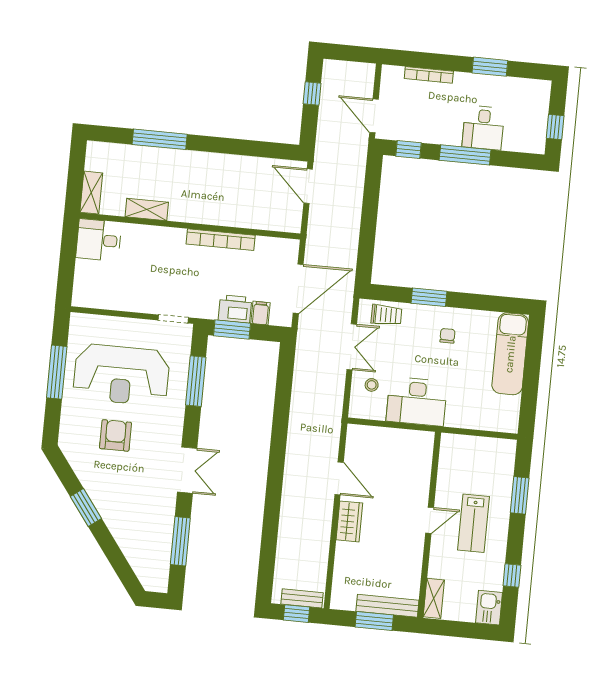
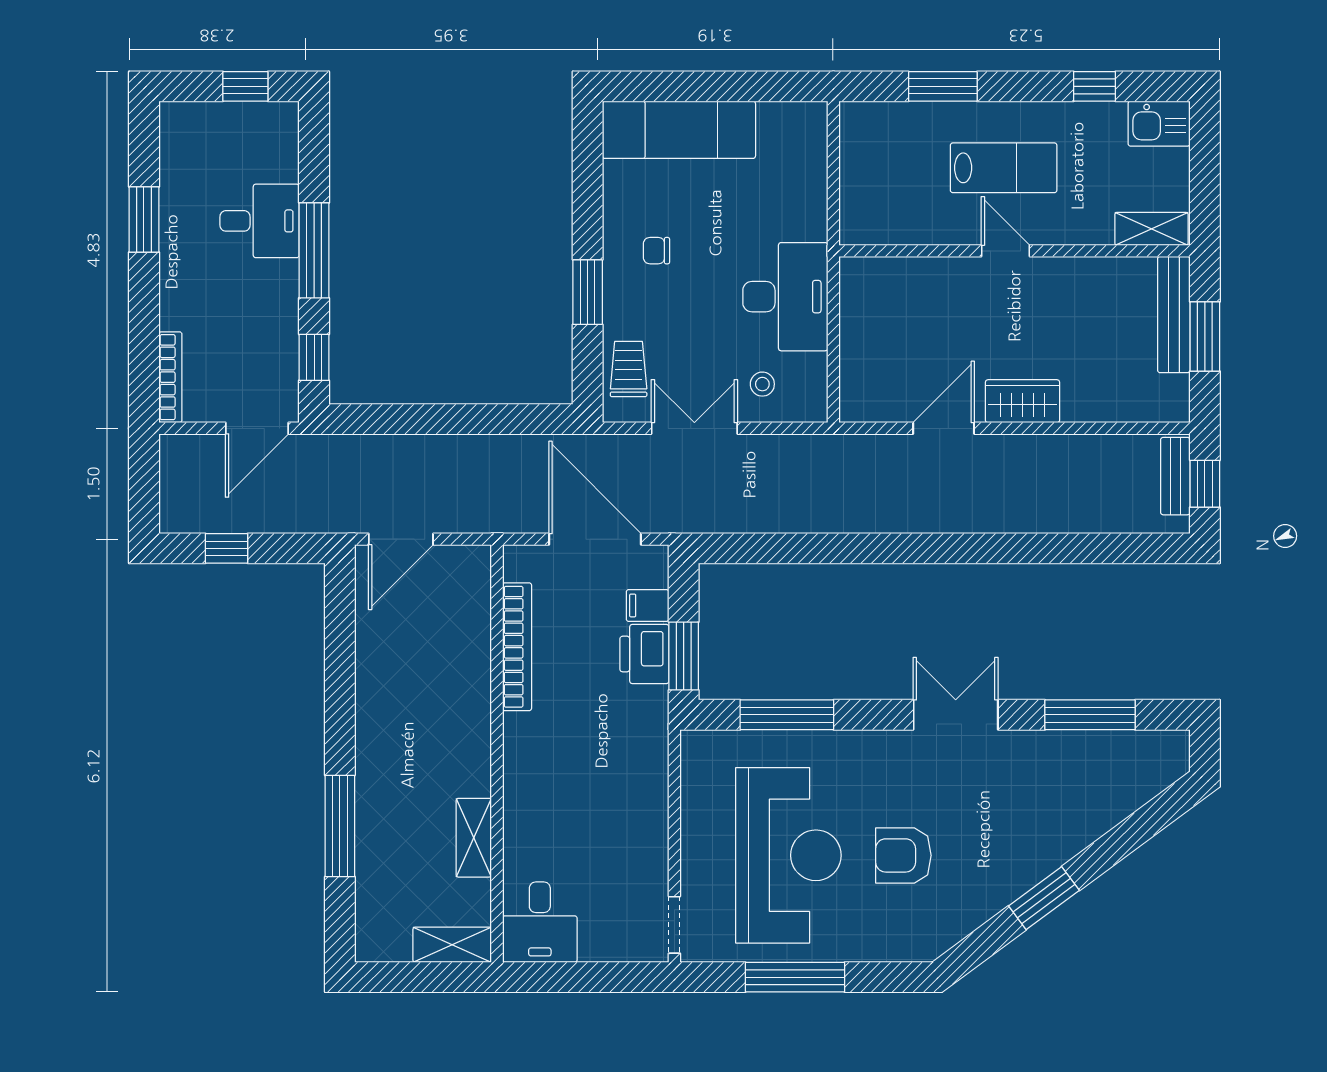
bookcase: (429, 75) -> (170, 377), moved
bookcase: (221, 240) -> (517, 647), moved
doorway: (173, 319) -> (674, 925), moved

